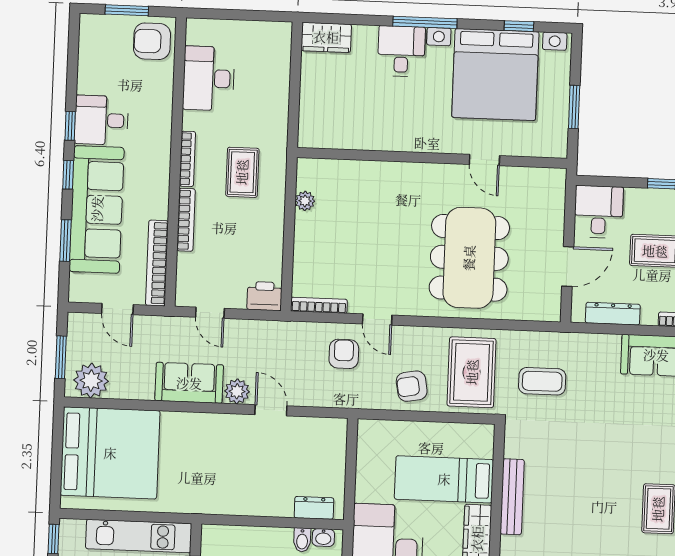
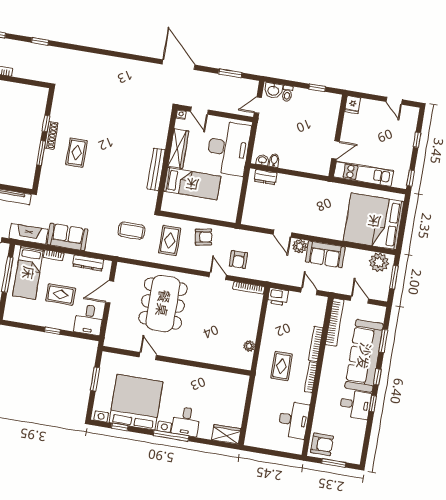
rug: (472, 372) -> (170, 241), width x0.73, depth x0.70

